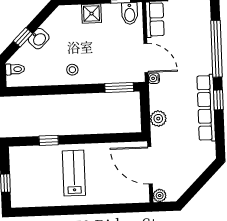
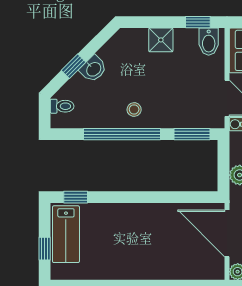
window: (64, 90) -> (122, 134), added
window: (49, 140) -> (76, 197), moved
lab bench: (74, 173) -> (66, 234), moved, turned 180

